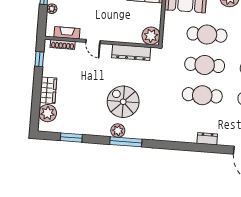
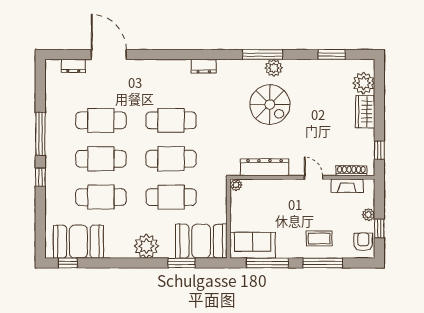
plant: (151, 36) -> (236, 185), width x0.53, depth x0.53
dresser: (207, 139) -> (204, 66), moved

